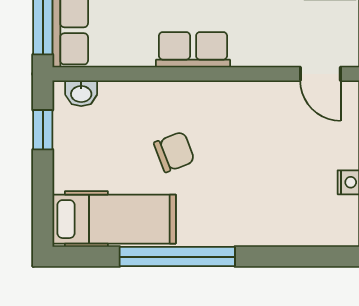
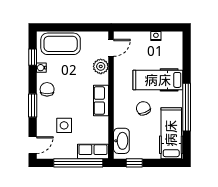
plant: (275, 49) -> (101, 66), added
washbasin: (81, 93) -> (121, 141), width x1.91, depth x1.45
hospital bed: (243, 187) -> (158, 80), added

